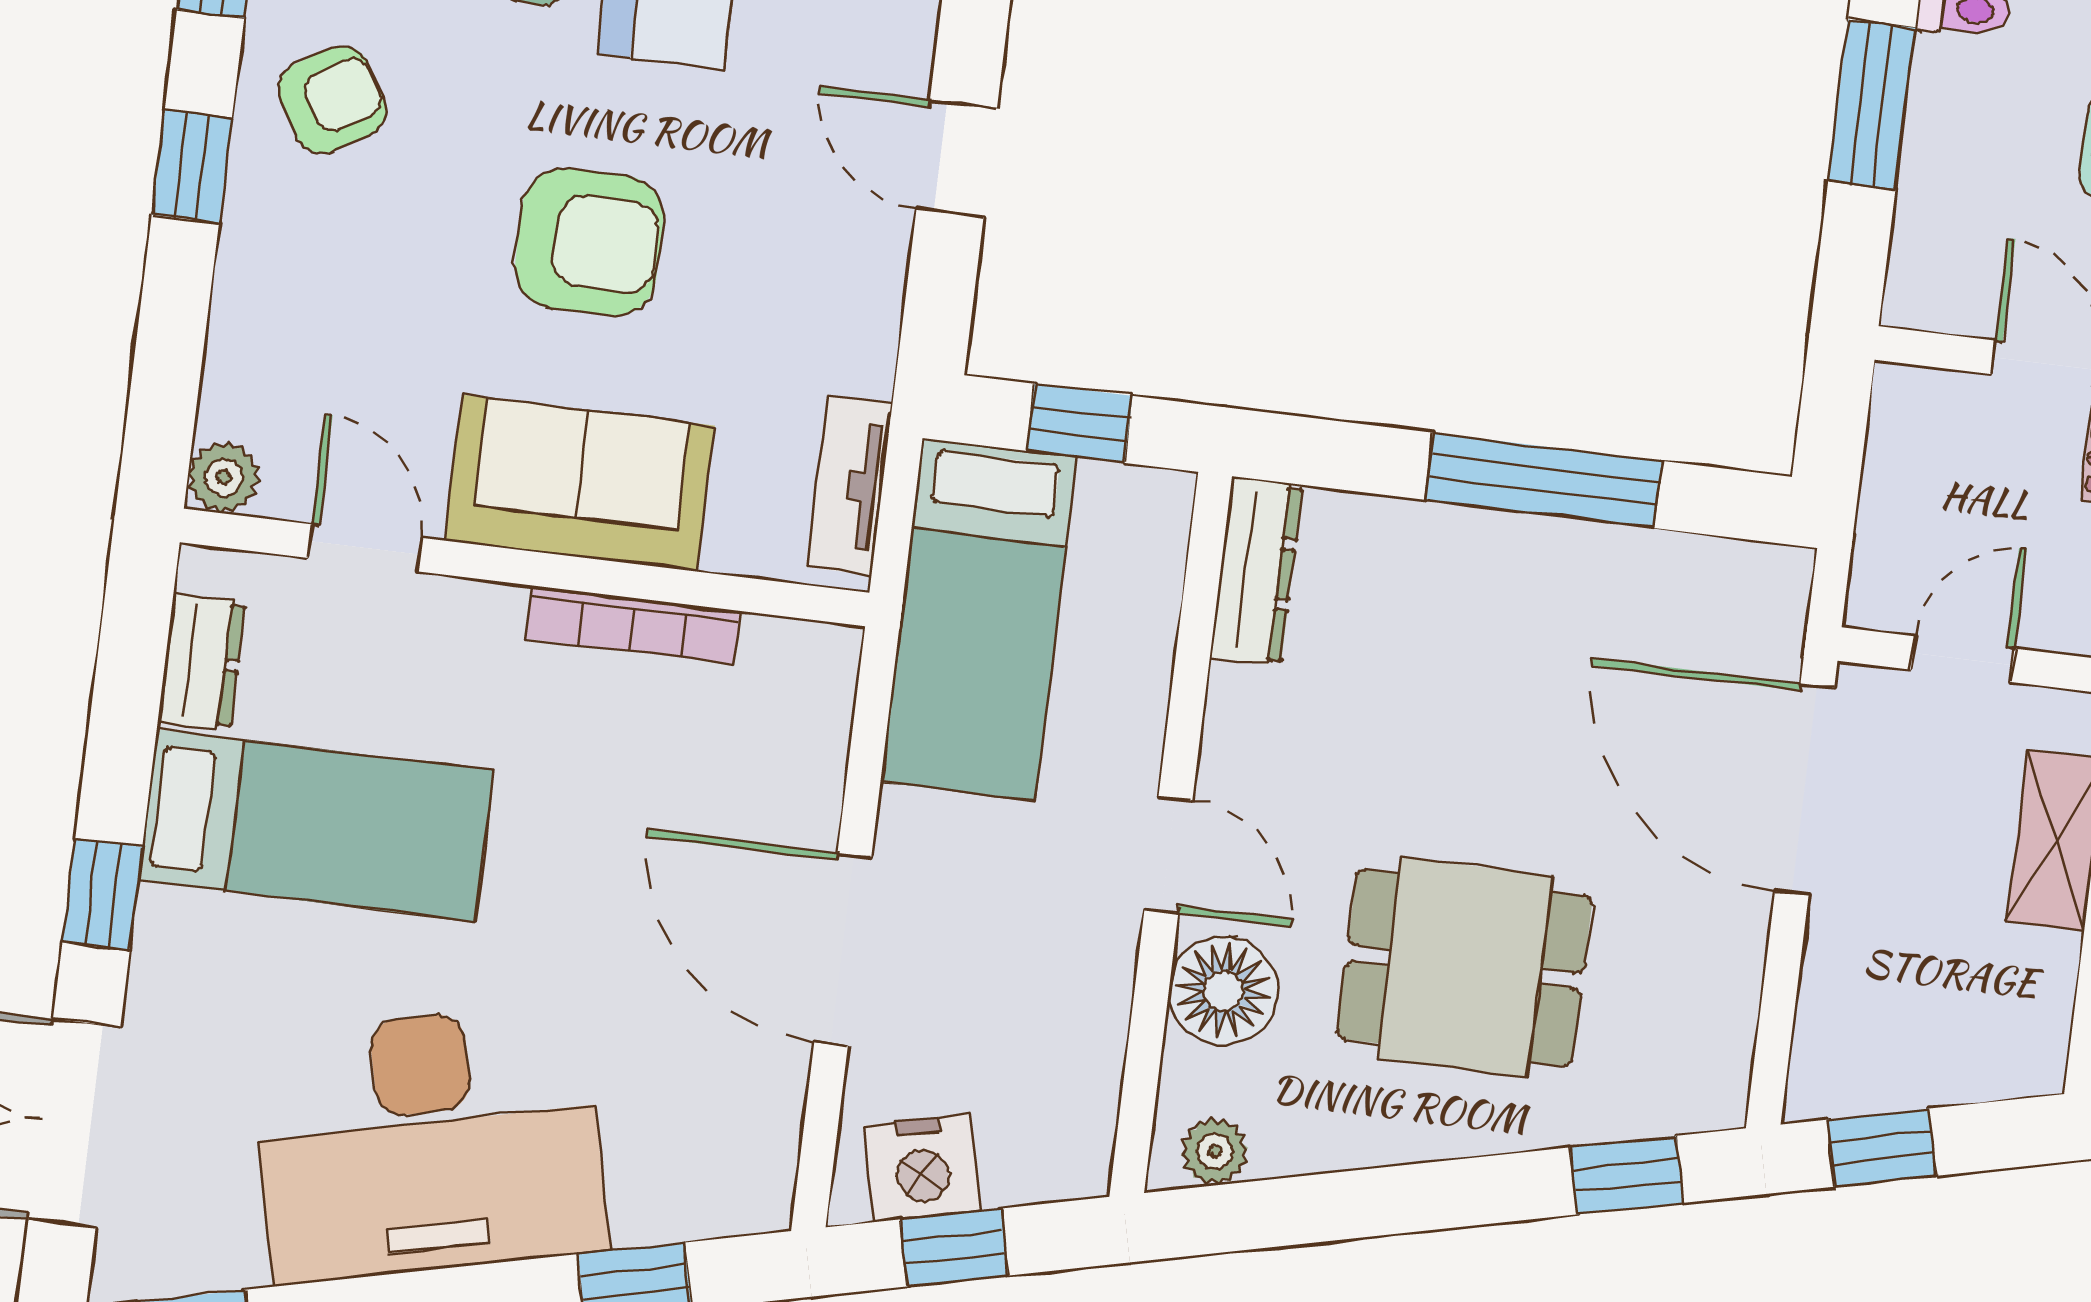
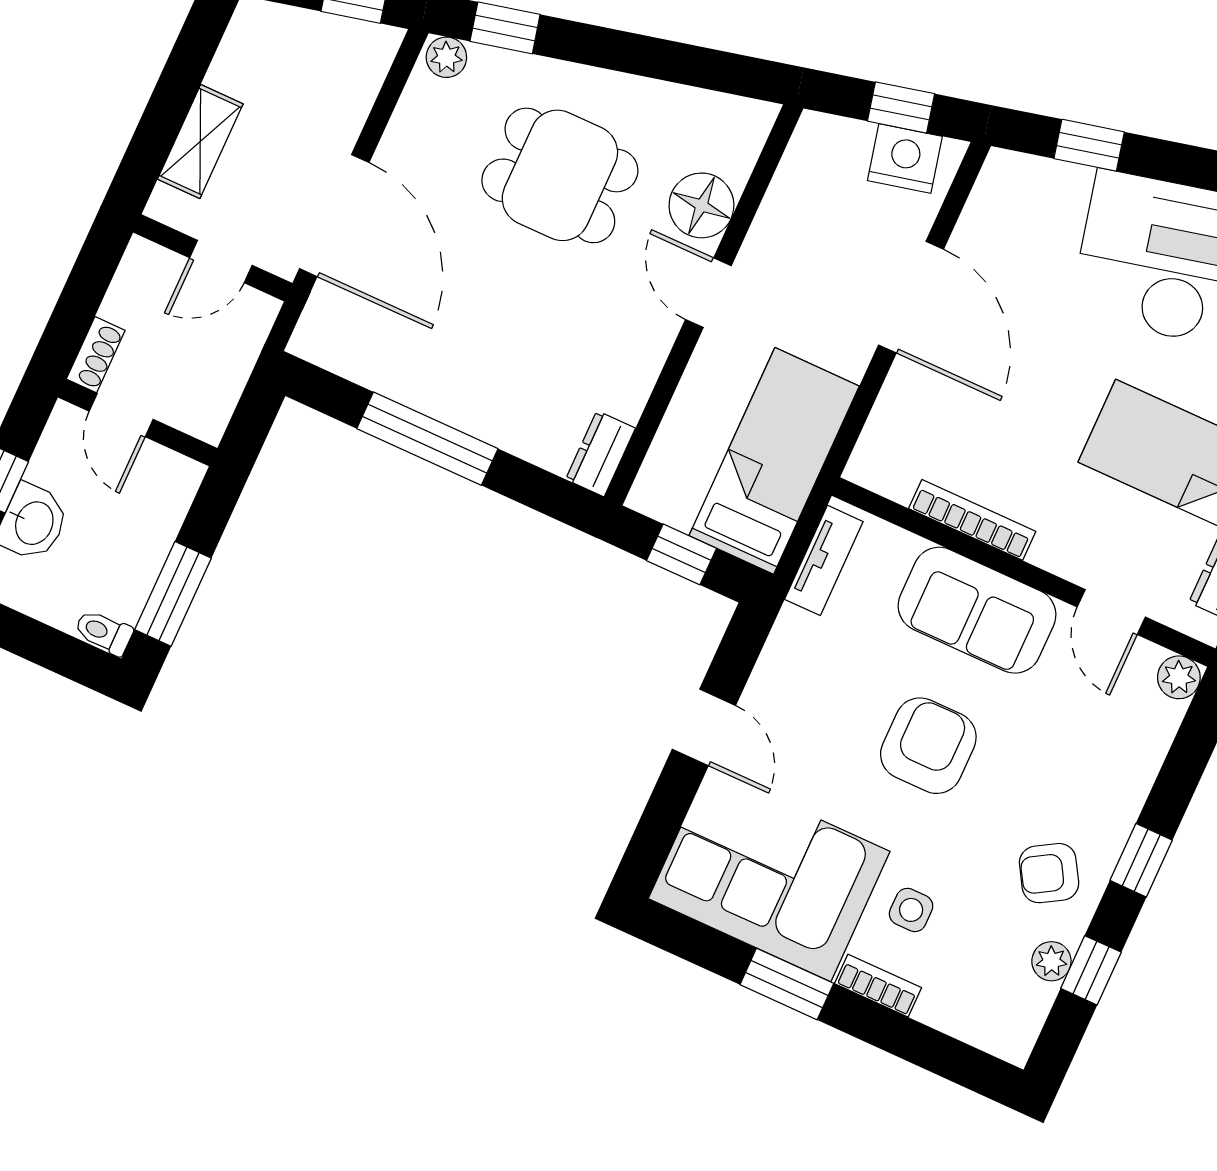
armchair: (589, 242) -> (928, 746), turned 90
dresser: (1256, 571) -> (601, 454), width x0.70
plant: (1215, 1152) -> (446, 57), moved

